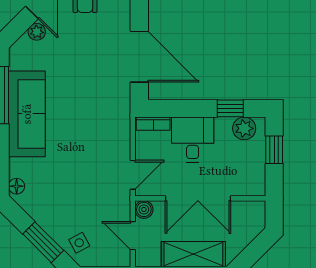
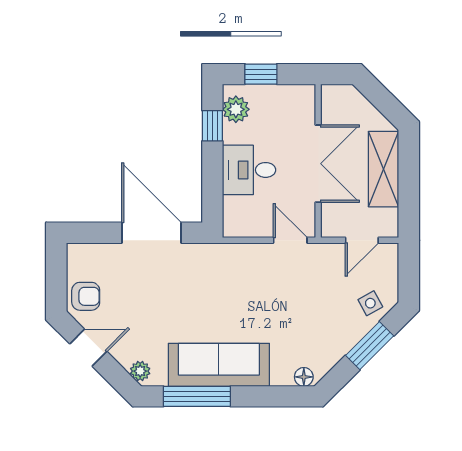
plant: (37, 32) -> (140, 371), moved
door: (139, 57) -> (152, 233), hinge flipped
bookcase: (153, 124) -> (230, 216), removed
boiler: (144, 209) -> (331, 227), removed

